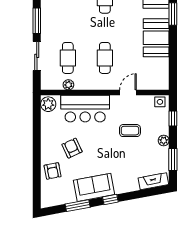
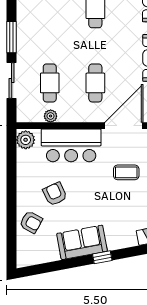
door: (128, 93) -> (124, 126), width x1.88
armchair: (53, 171) -> (31, 222), turned -50
window: (78, 206) -> (62, 265), removed

